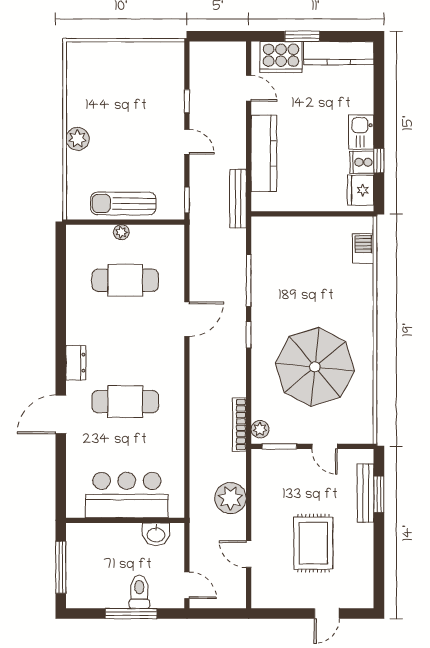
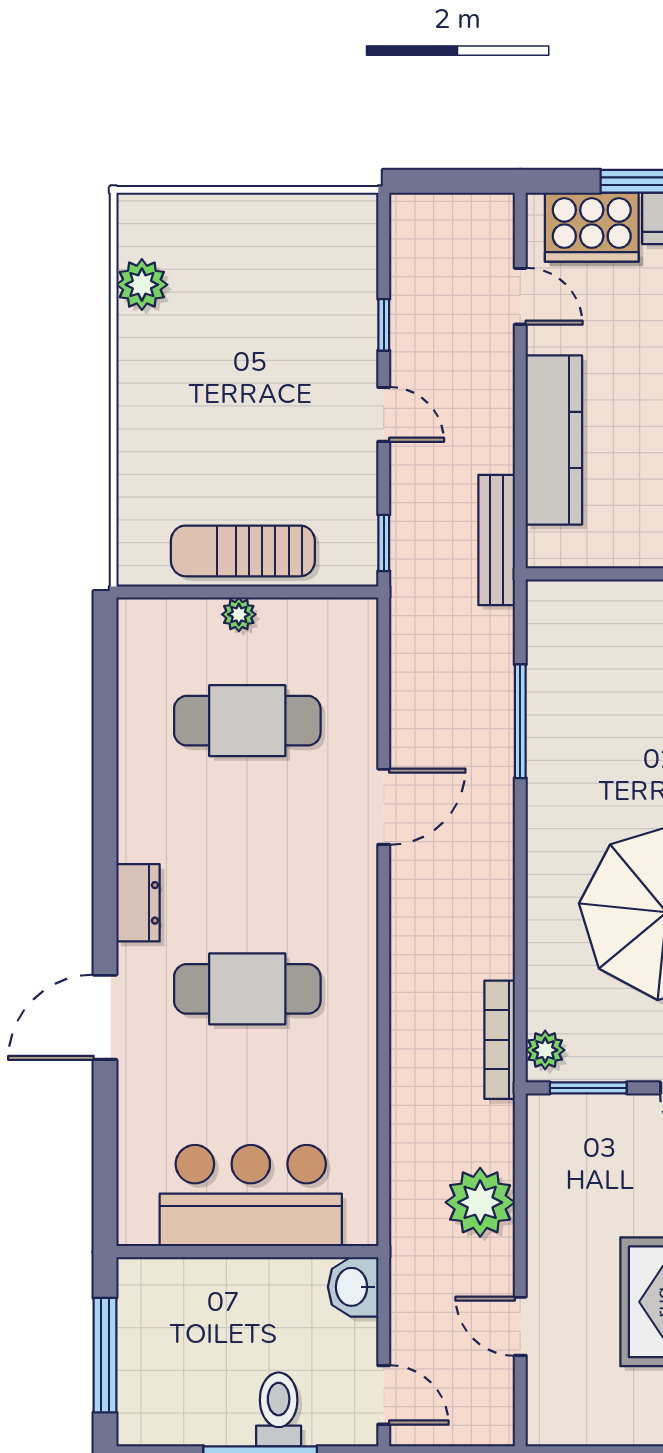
plant: (78, 139) -> (142, 285), moved
window: (249, 335) -> (520, 841), removed
washbasin: (156, 534) -> (353, 1287), moved, turned 90

